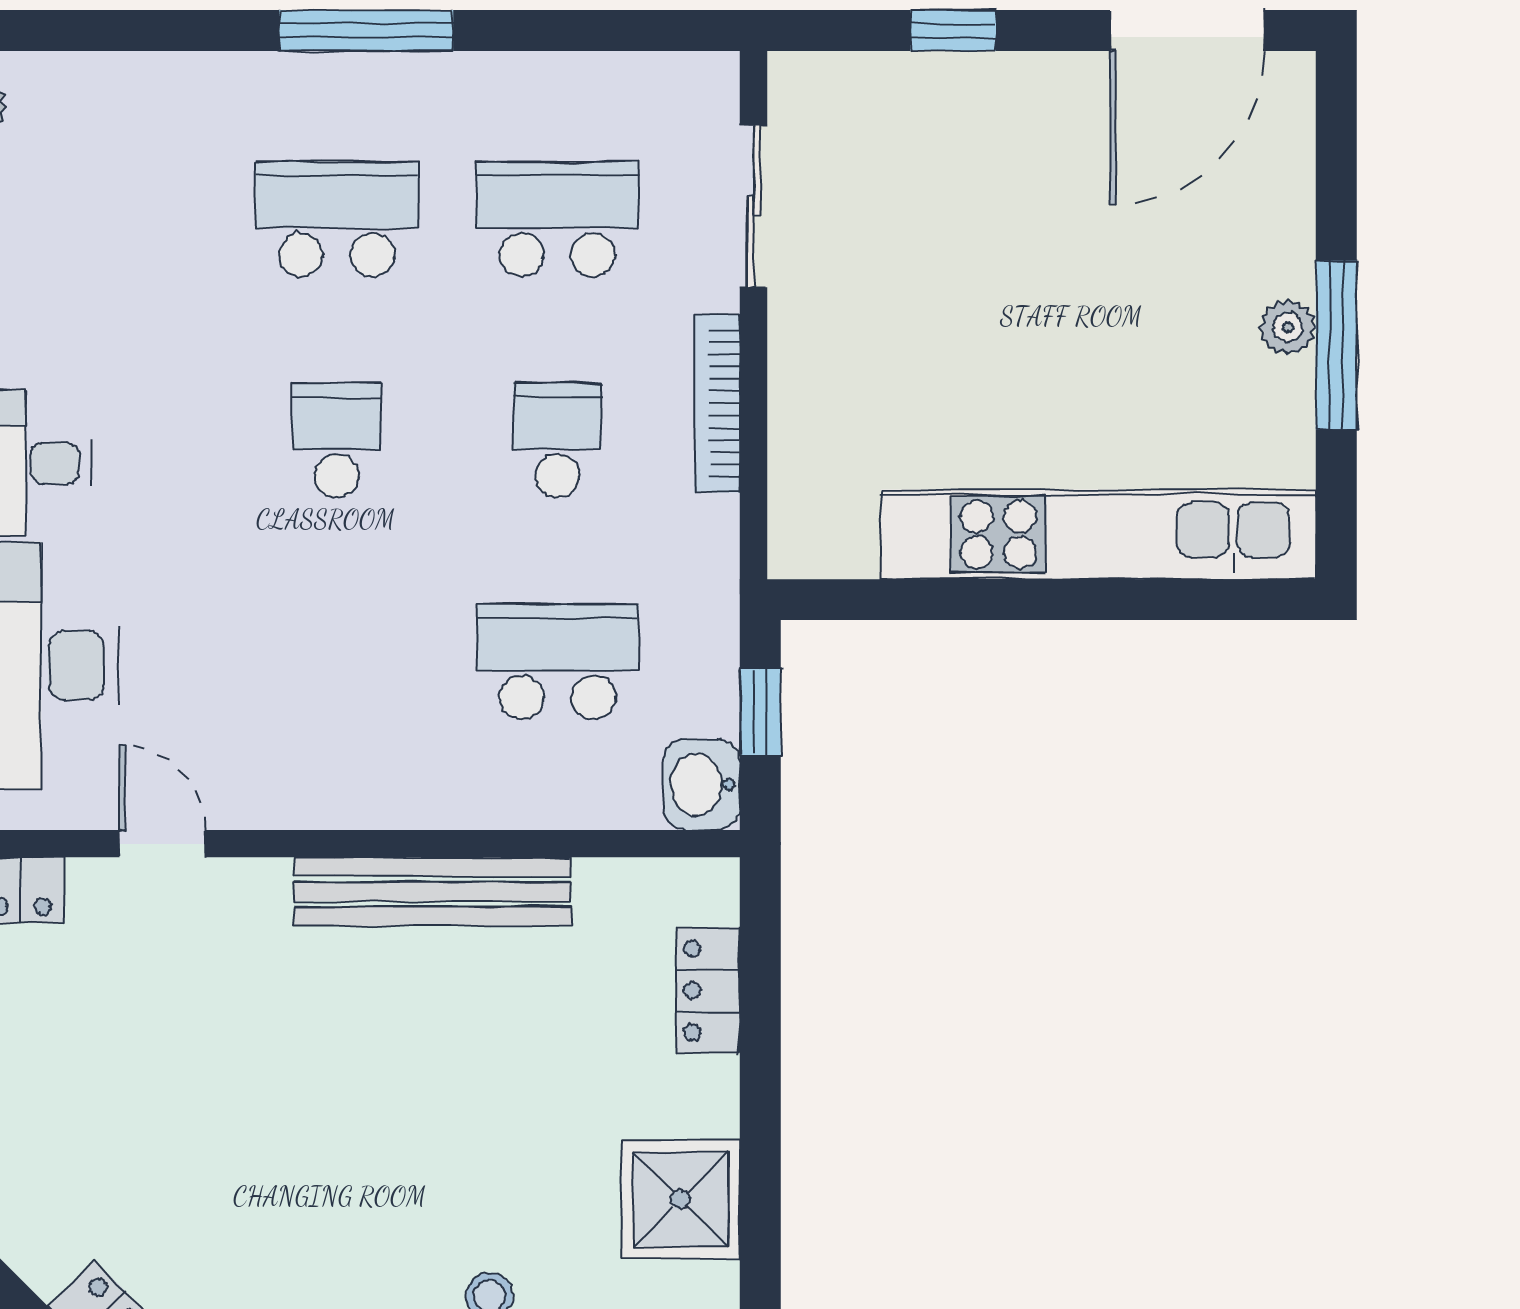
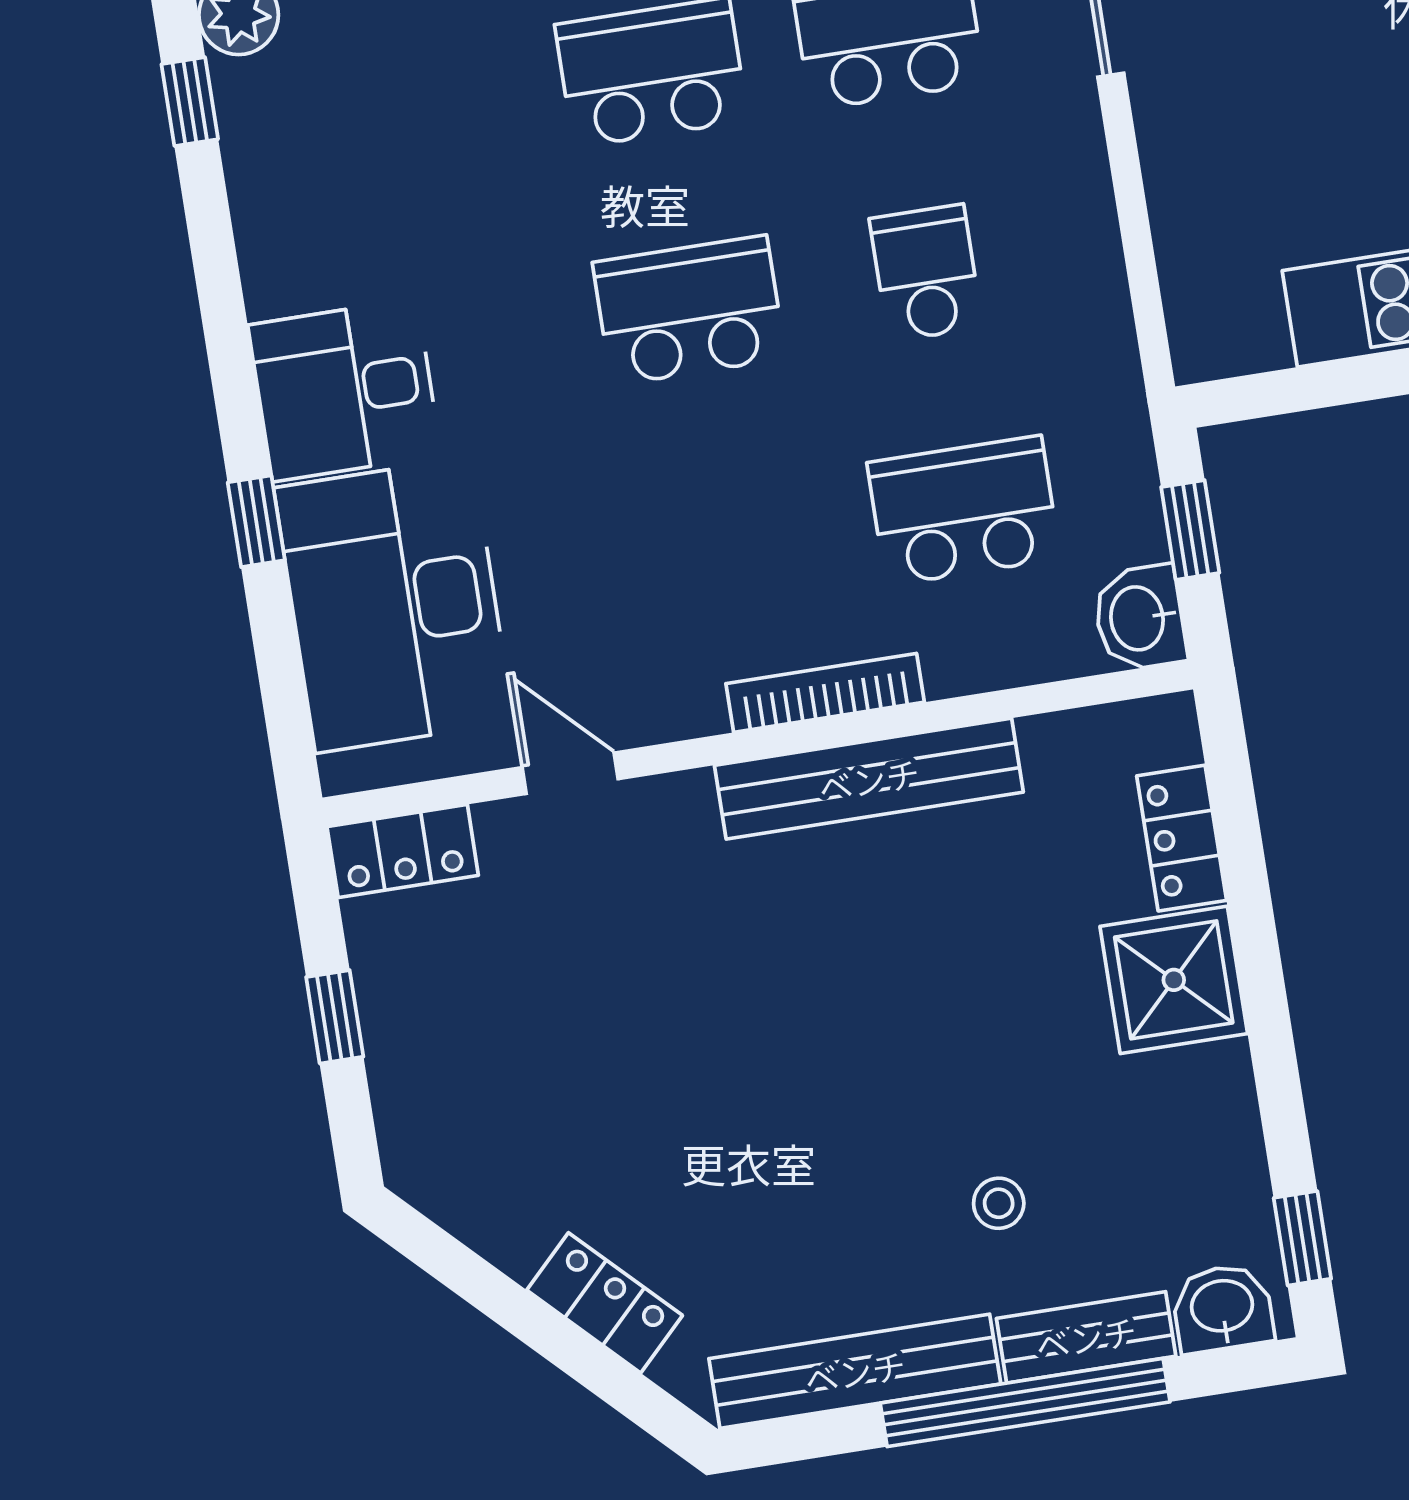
bookcase: (717, 404) -> (825, 693), moved, turned 90
school desk: (337, 440) -> (689, 310), width x1.85
shower: (681, 1199) -> (1174, 980), moved

